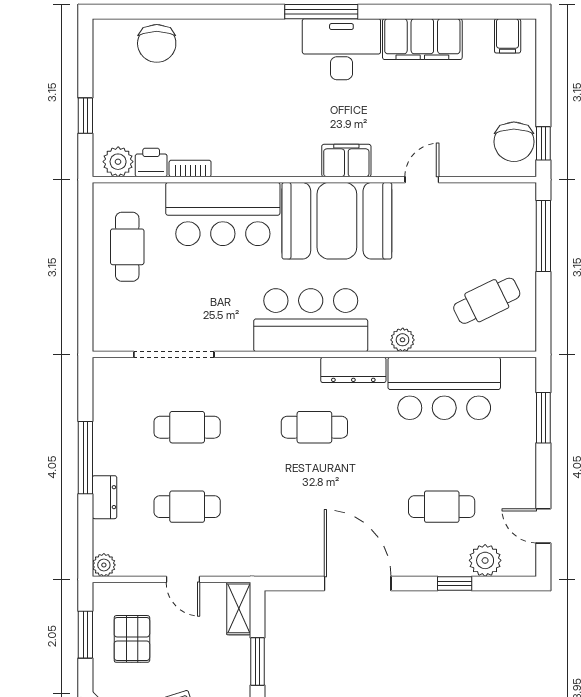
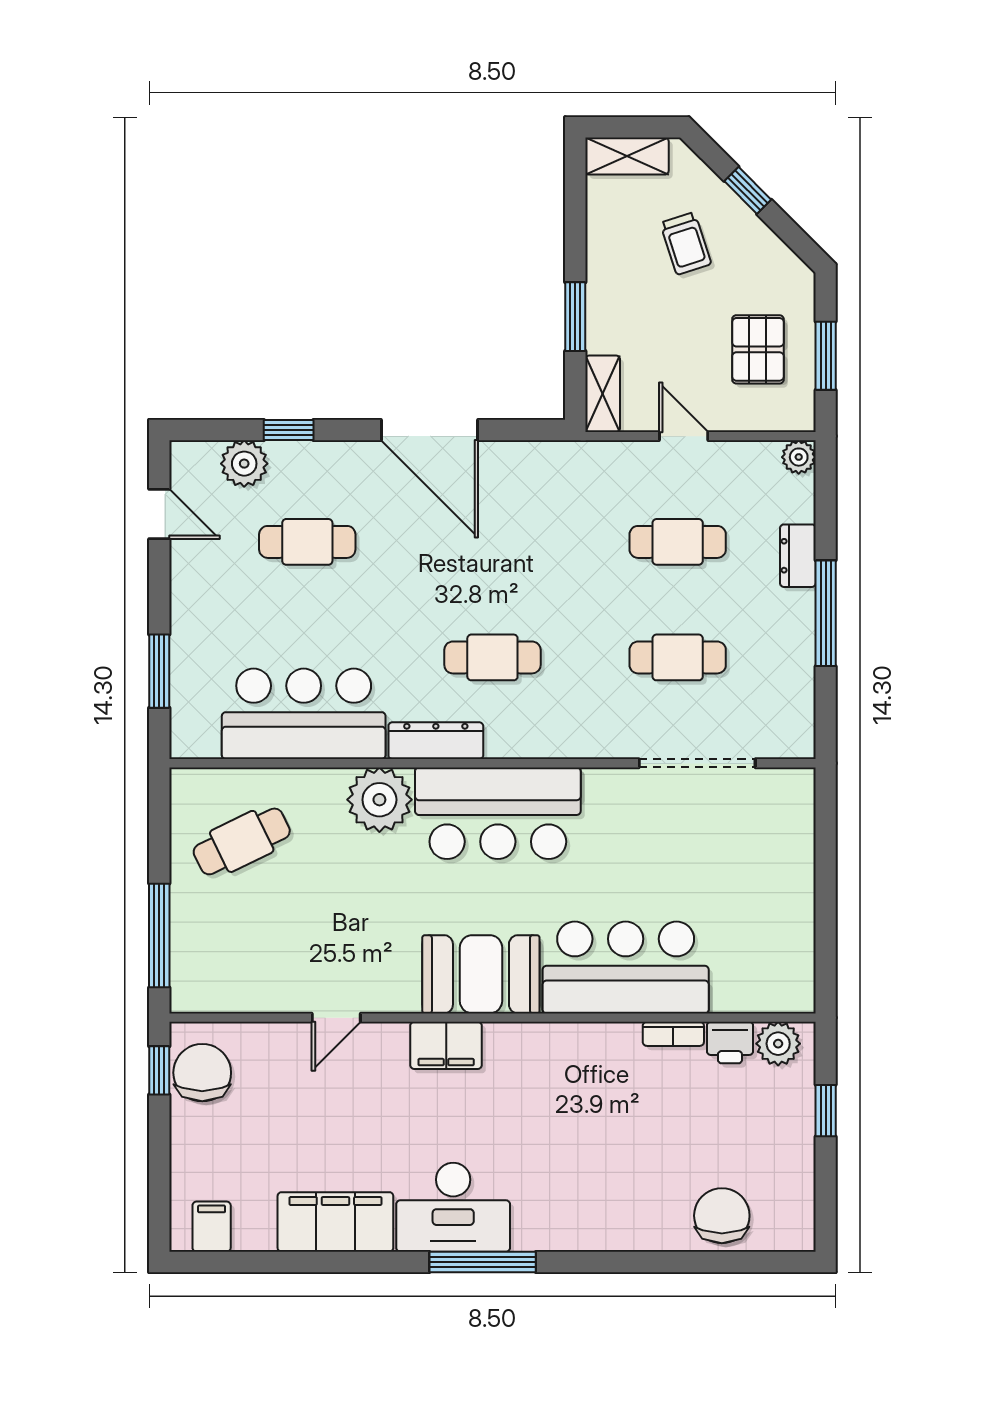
booth: (337, 221) -> (481, 974), width x0.73, depth x0.70
cafe table: (127, 247) -> (765, 920), removed
plant: (403, 340) -> (379, 800), width x1.87, depth x1.87

